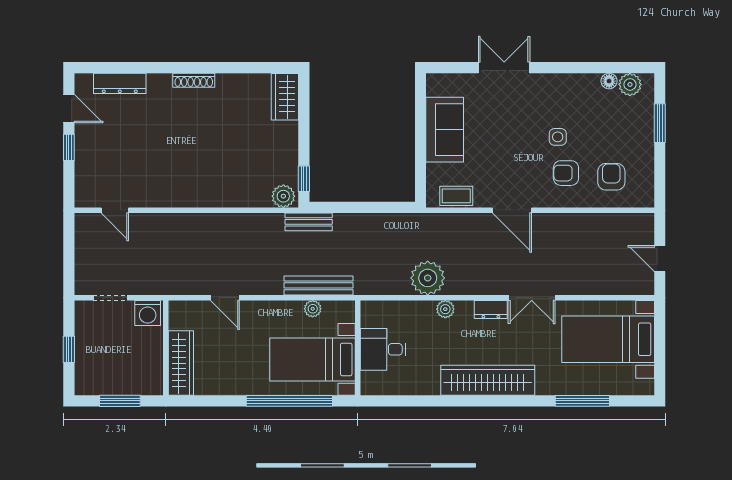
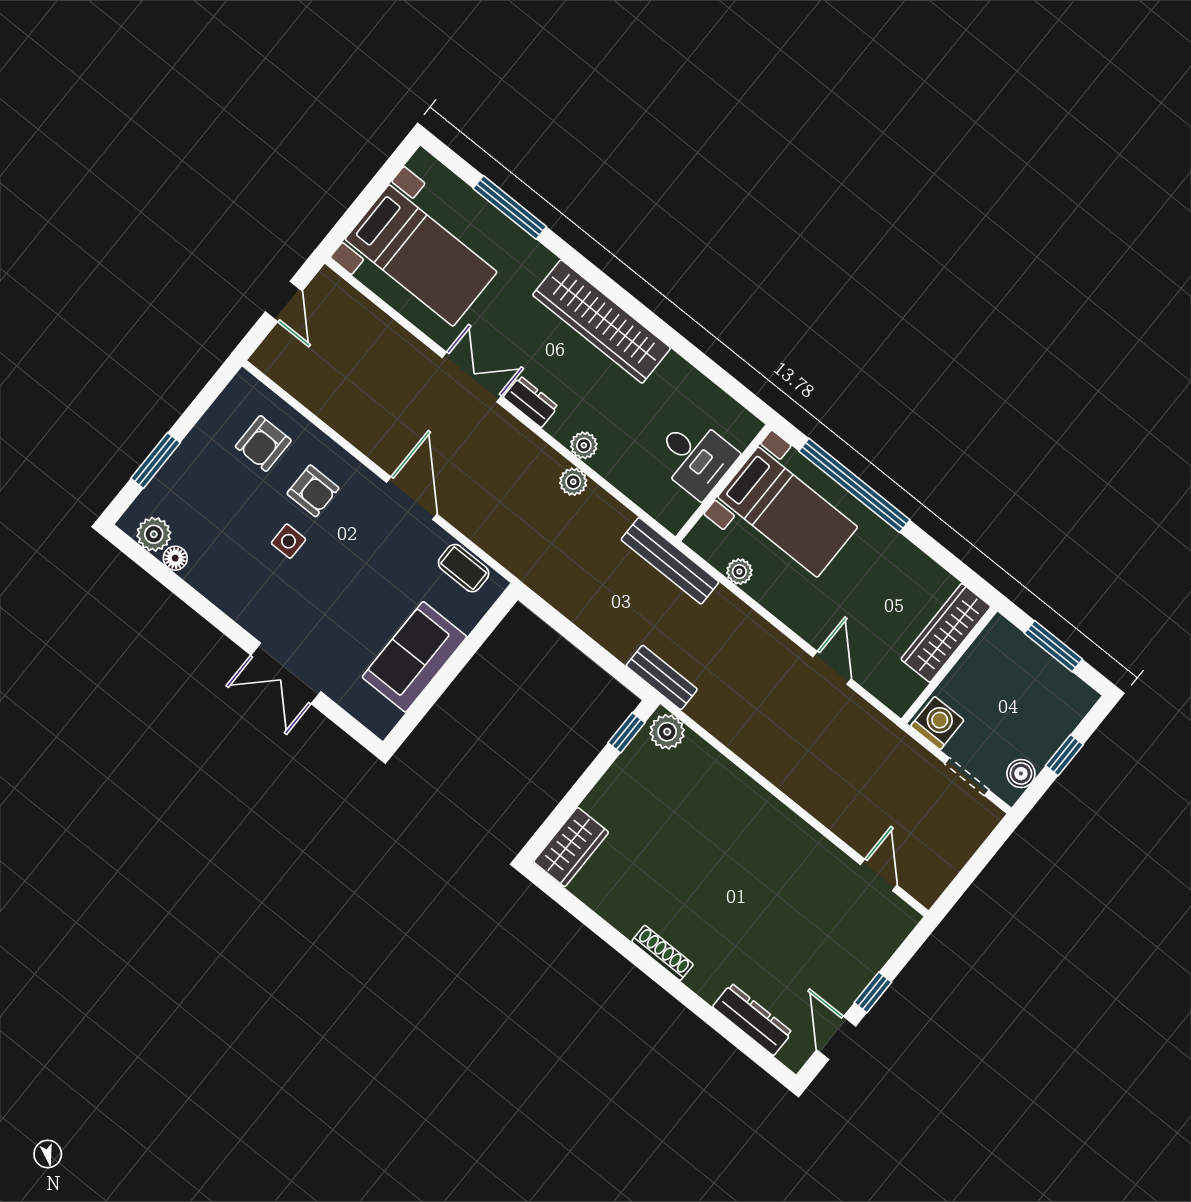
plant: (428, 278) -> (573, 482), width x0.53, depth x0.53
bench: (318, 285) -> (670, 561), moved
boiler: (84, 322) -> (1021, 774), added

